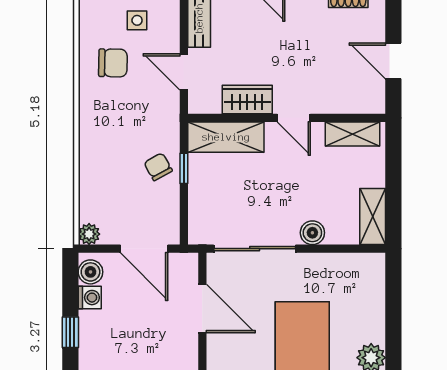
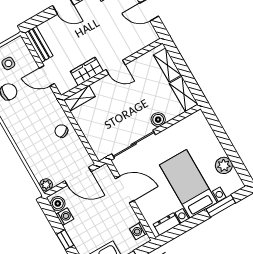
shelving: (352, 134) -> (167, 65), moved, turned 90
shelving: (226, 137) -> (79, 98), width x0.67, depth x0.75
window: (184, 168) -> (75, 124), removed

